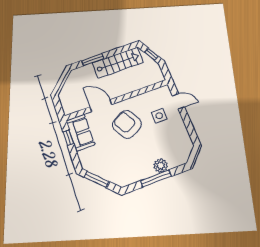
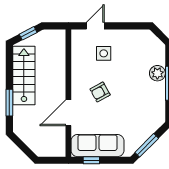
armchair: (127, 124) -> (100, 92), width x0.53, depth x0.53
sofa: (80, 133) -> (97, 146), width x1.36

